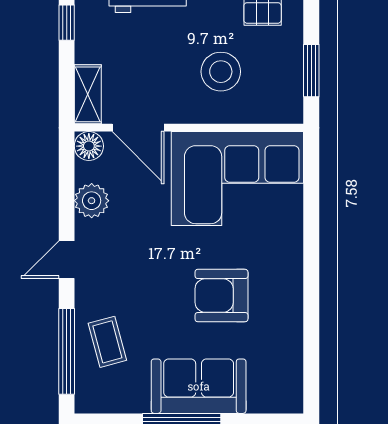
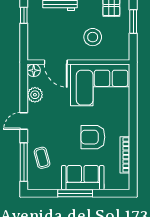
window: (311, 71) -> (133, 22), moved
shelving: (88, 94) -> (33, 47), removed
bookcase: (293, 335) -> (125, 155), added

